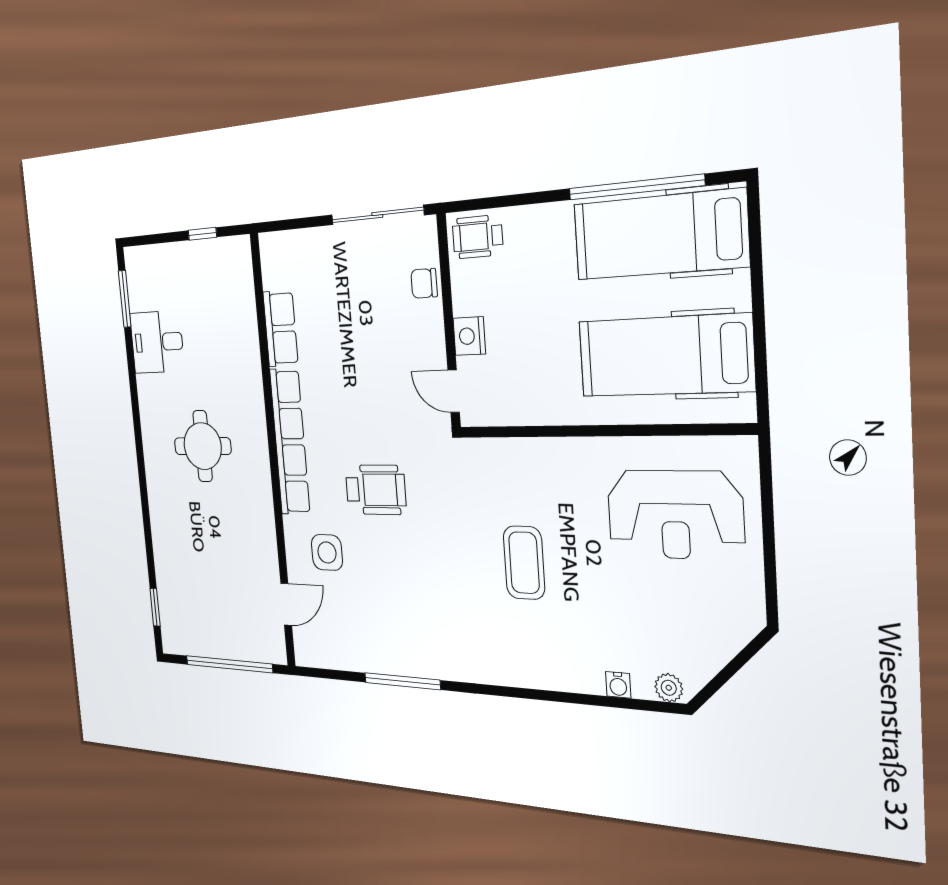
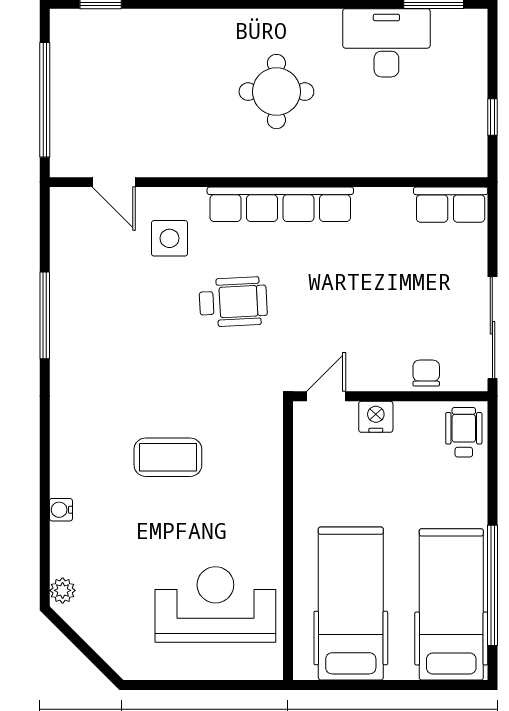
row of seats: (280, 328) -> (451, 205), moved
desk: (157, 342) -> (386, 43), width x1.37
wheelchair: (376, 490) -> (233, 302), turned -93
reception desk: (675, 515) -> (215, 605), turned 90
water cooler: (618, 685) -> (61, 510), moved

